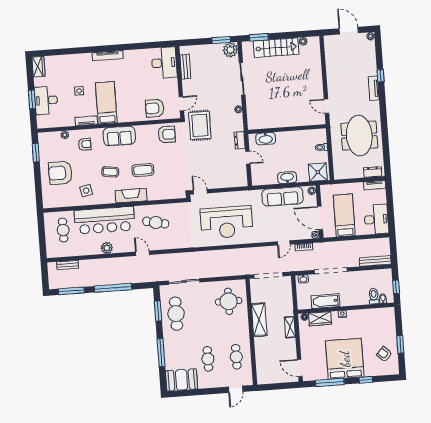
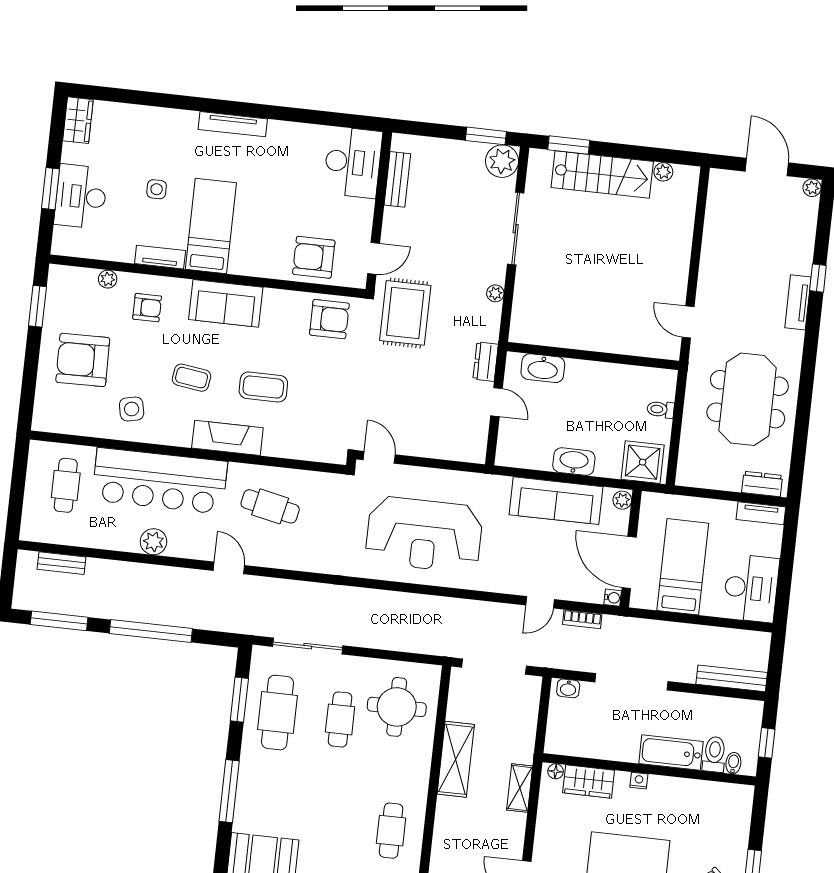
bathtub: (325, 301) -> (671, 752), moved
cafe table: (208, 359) -> (340, 719), moved

